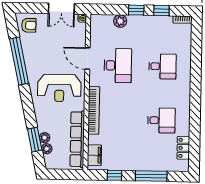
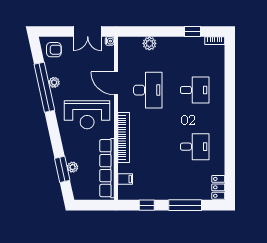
window: (136, 10) -> (166, 32), removed
locker: (183, 148) -> (218, 187), moved
plant: (47, 149) -> (54, 82), moved
filing cabinet: (94, 155) -> (125, 179), width x0.50

